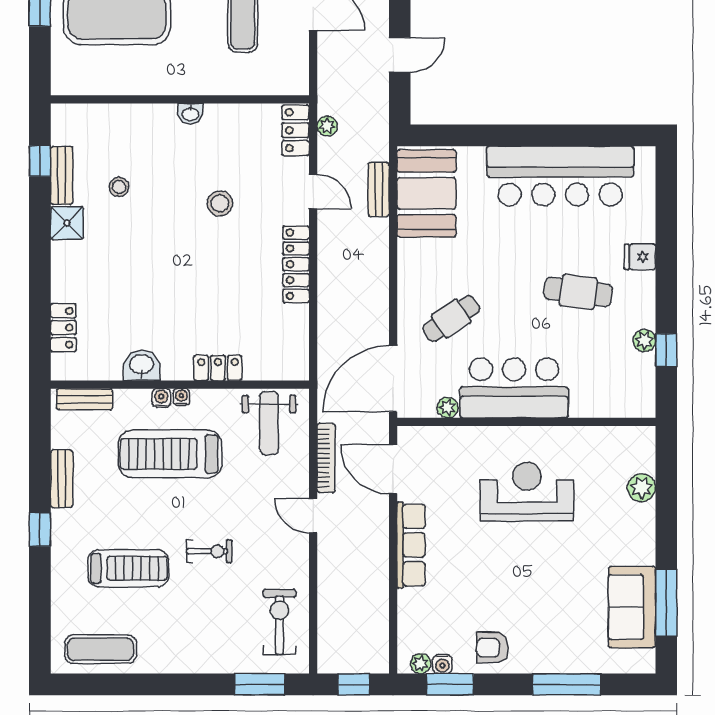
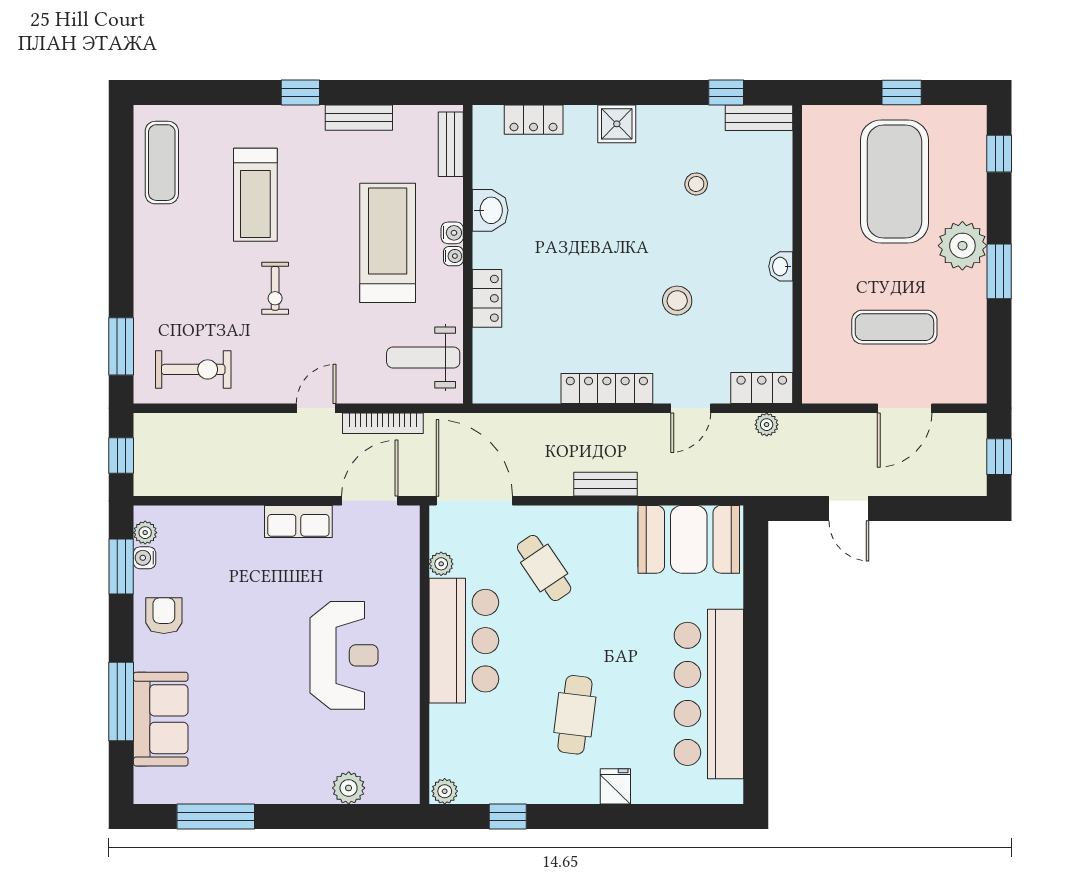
bench: (62, 175) -> (759, 118), moved
bench: (379, 189) -> (606, 484), moved
shower: (67, 223) -> (617, 124), moved
plant: (644, 341) -> (445, 791), moved
row of seats: (411, 545) -> (298, 521), width x0.68
sofa: (632, 607) -> (161, 719), moved, turned 90

